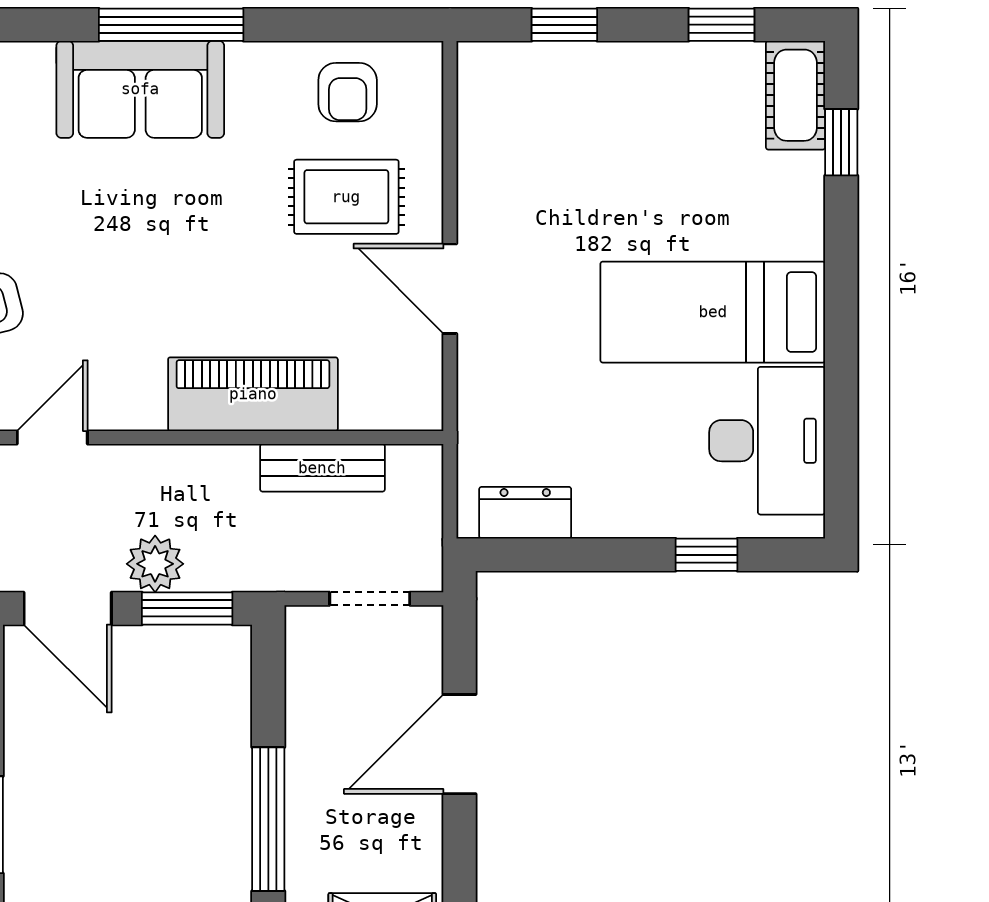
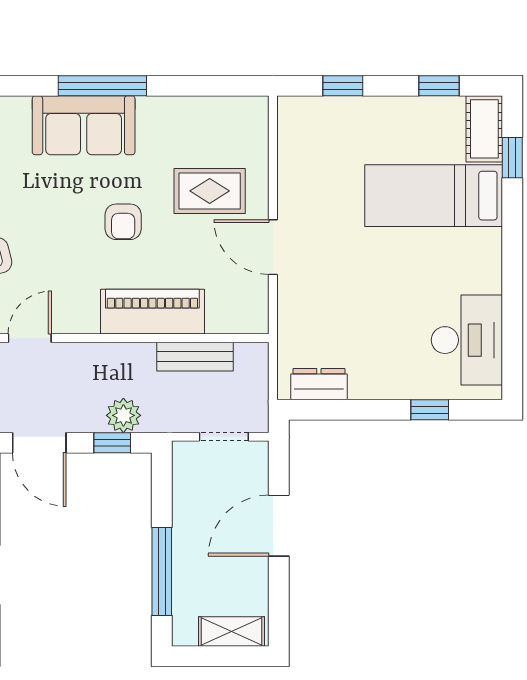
armchair: (348, 92) -> (123, 222), moved
bed: (713, 312) -> (434, 196), moved
plant: (155, 564) -> (123, 415), moved
window: (187, 608) -> (112, 443), width x0.67

